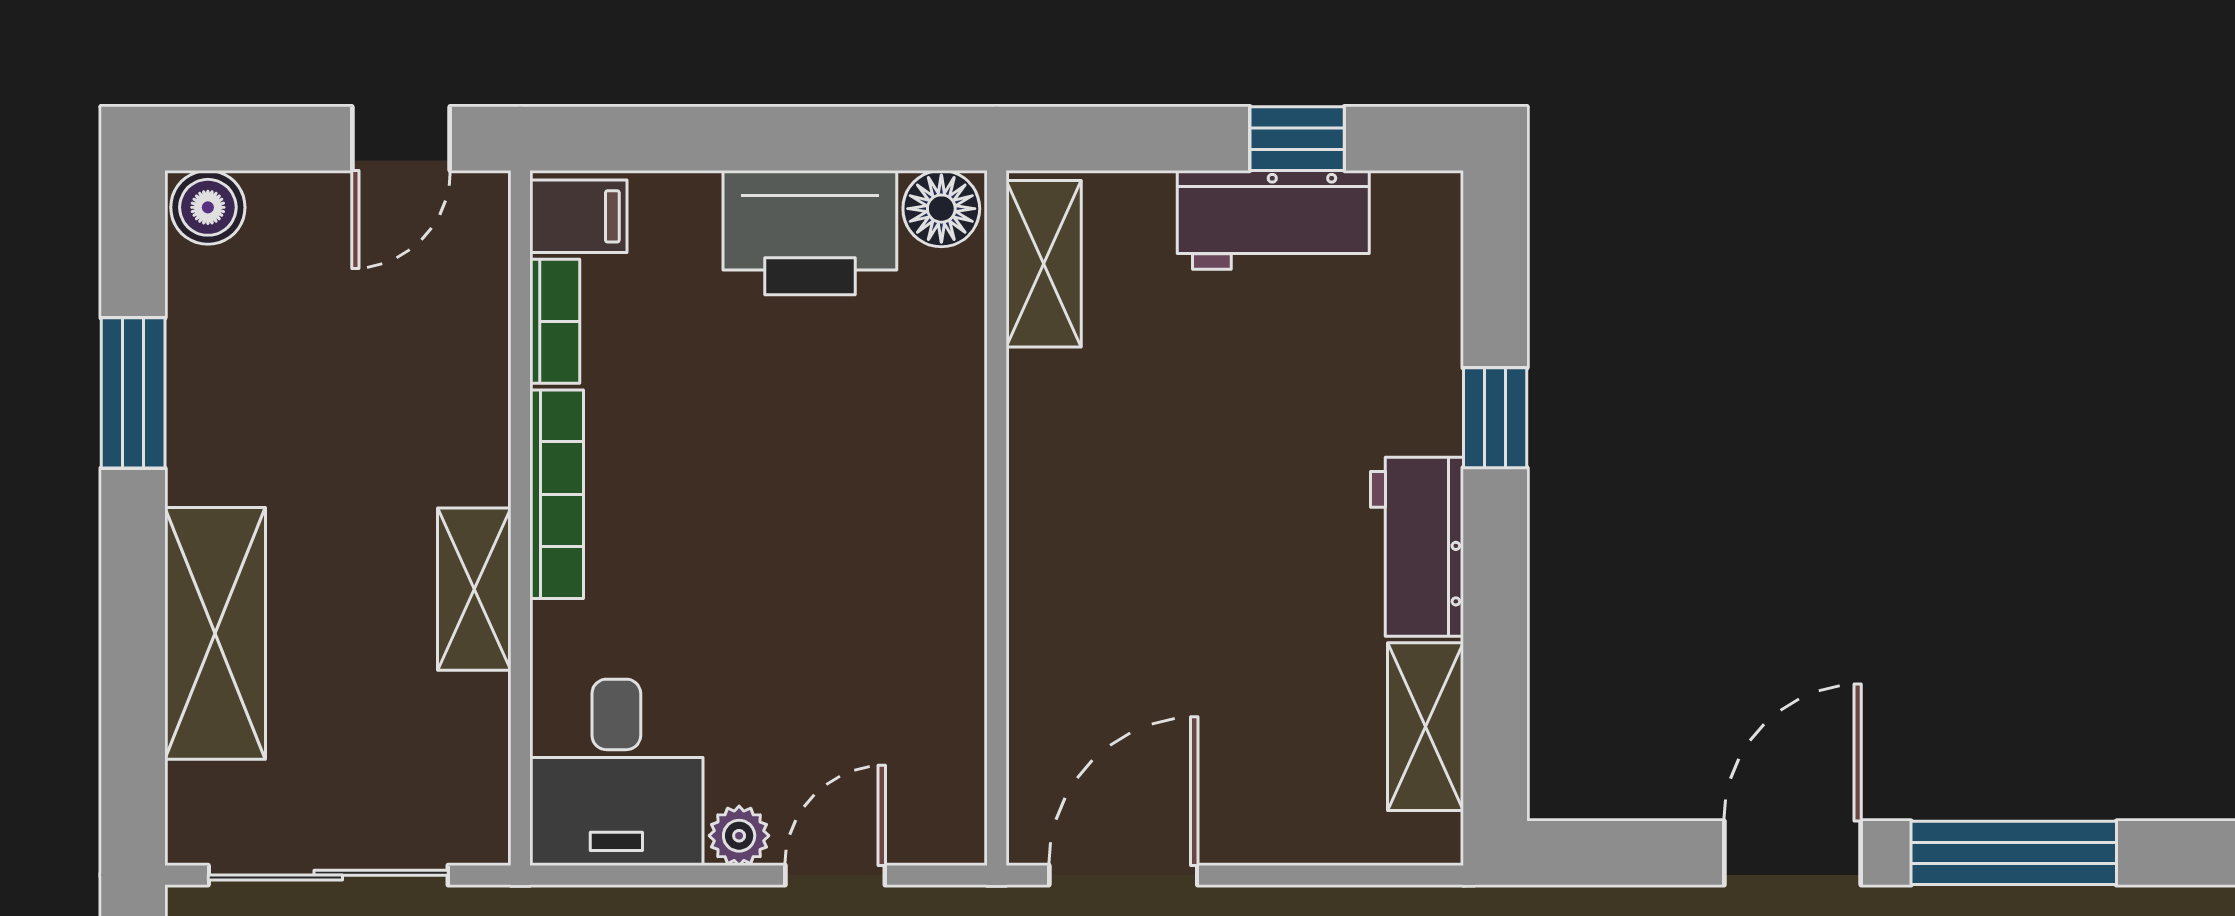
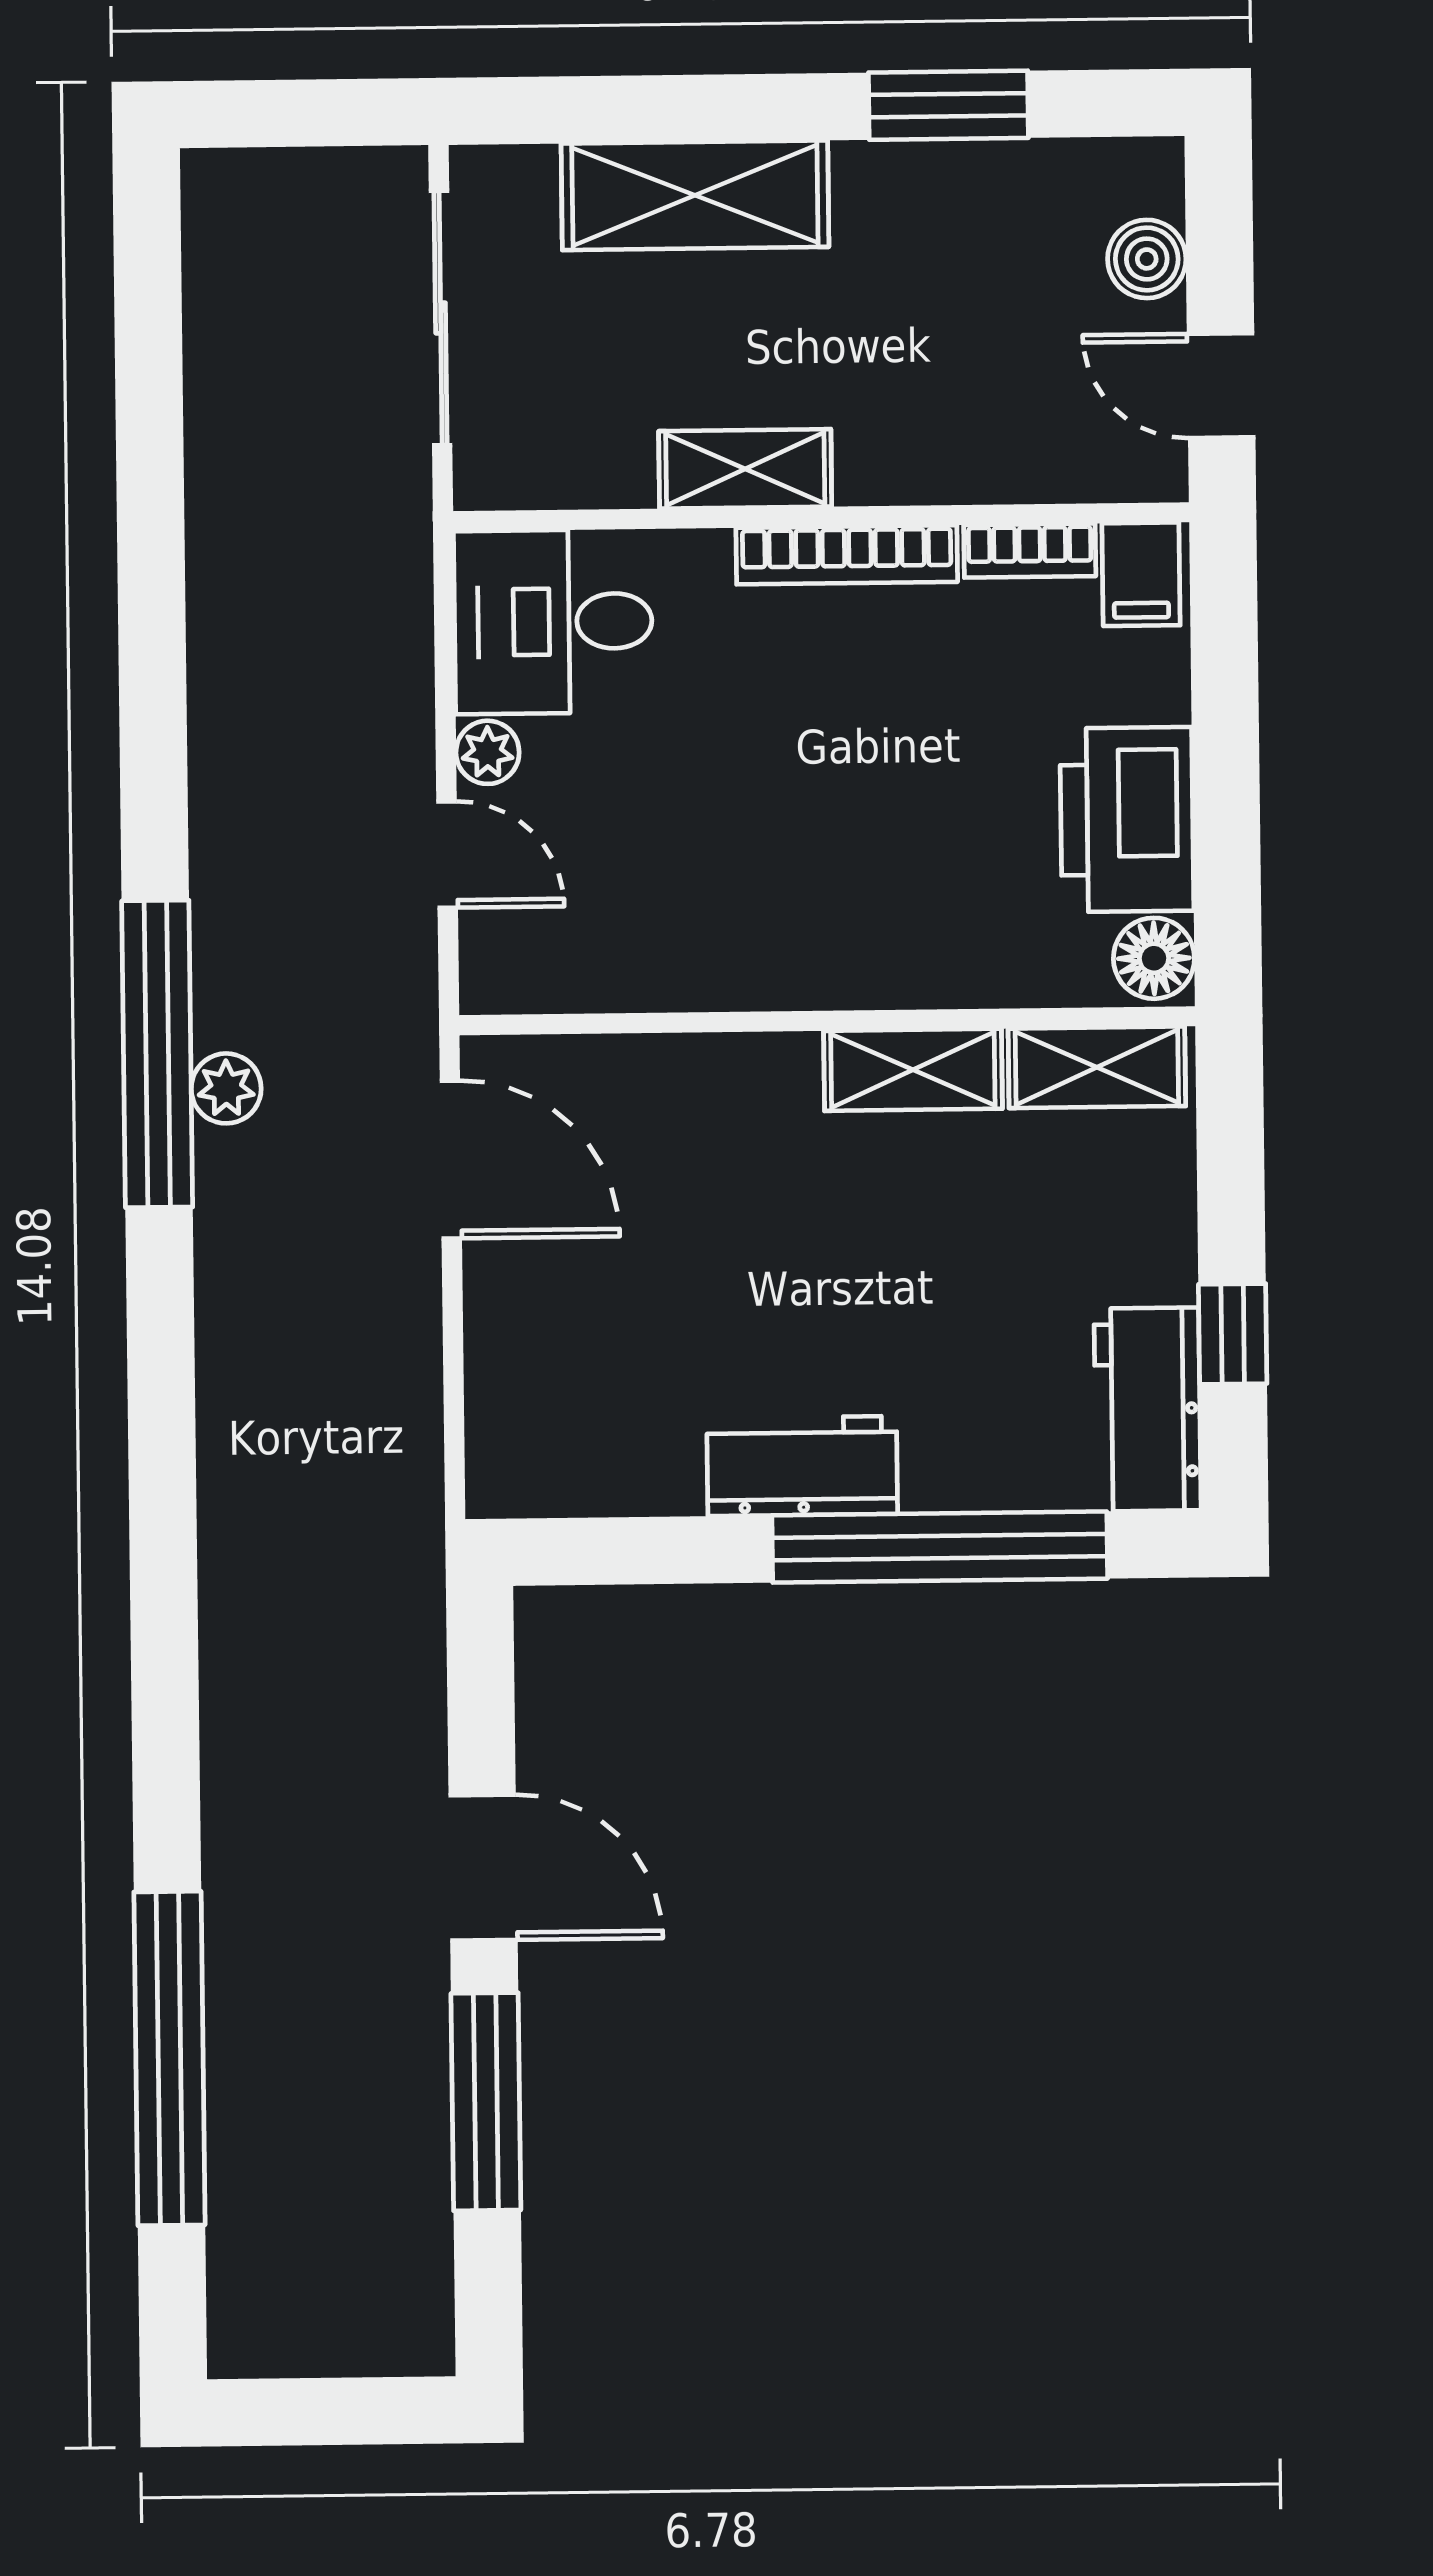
boiler: (208, 207) -> (1147, 259), moved
workbench: (1273, 220) -> (1148, 1409), moved
window: (1495, 418) -> (940, 1547), width x3.17
shelving: (1425, 727) -> (913, 1070), moved

